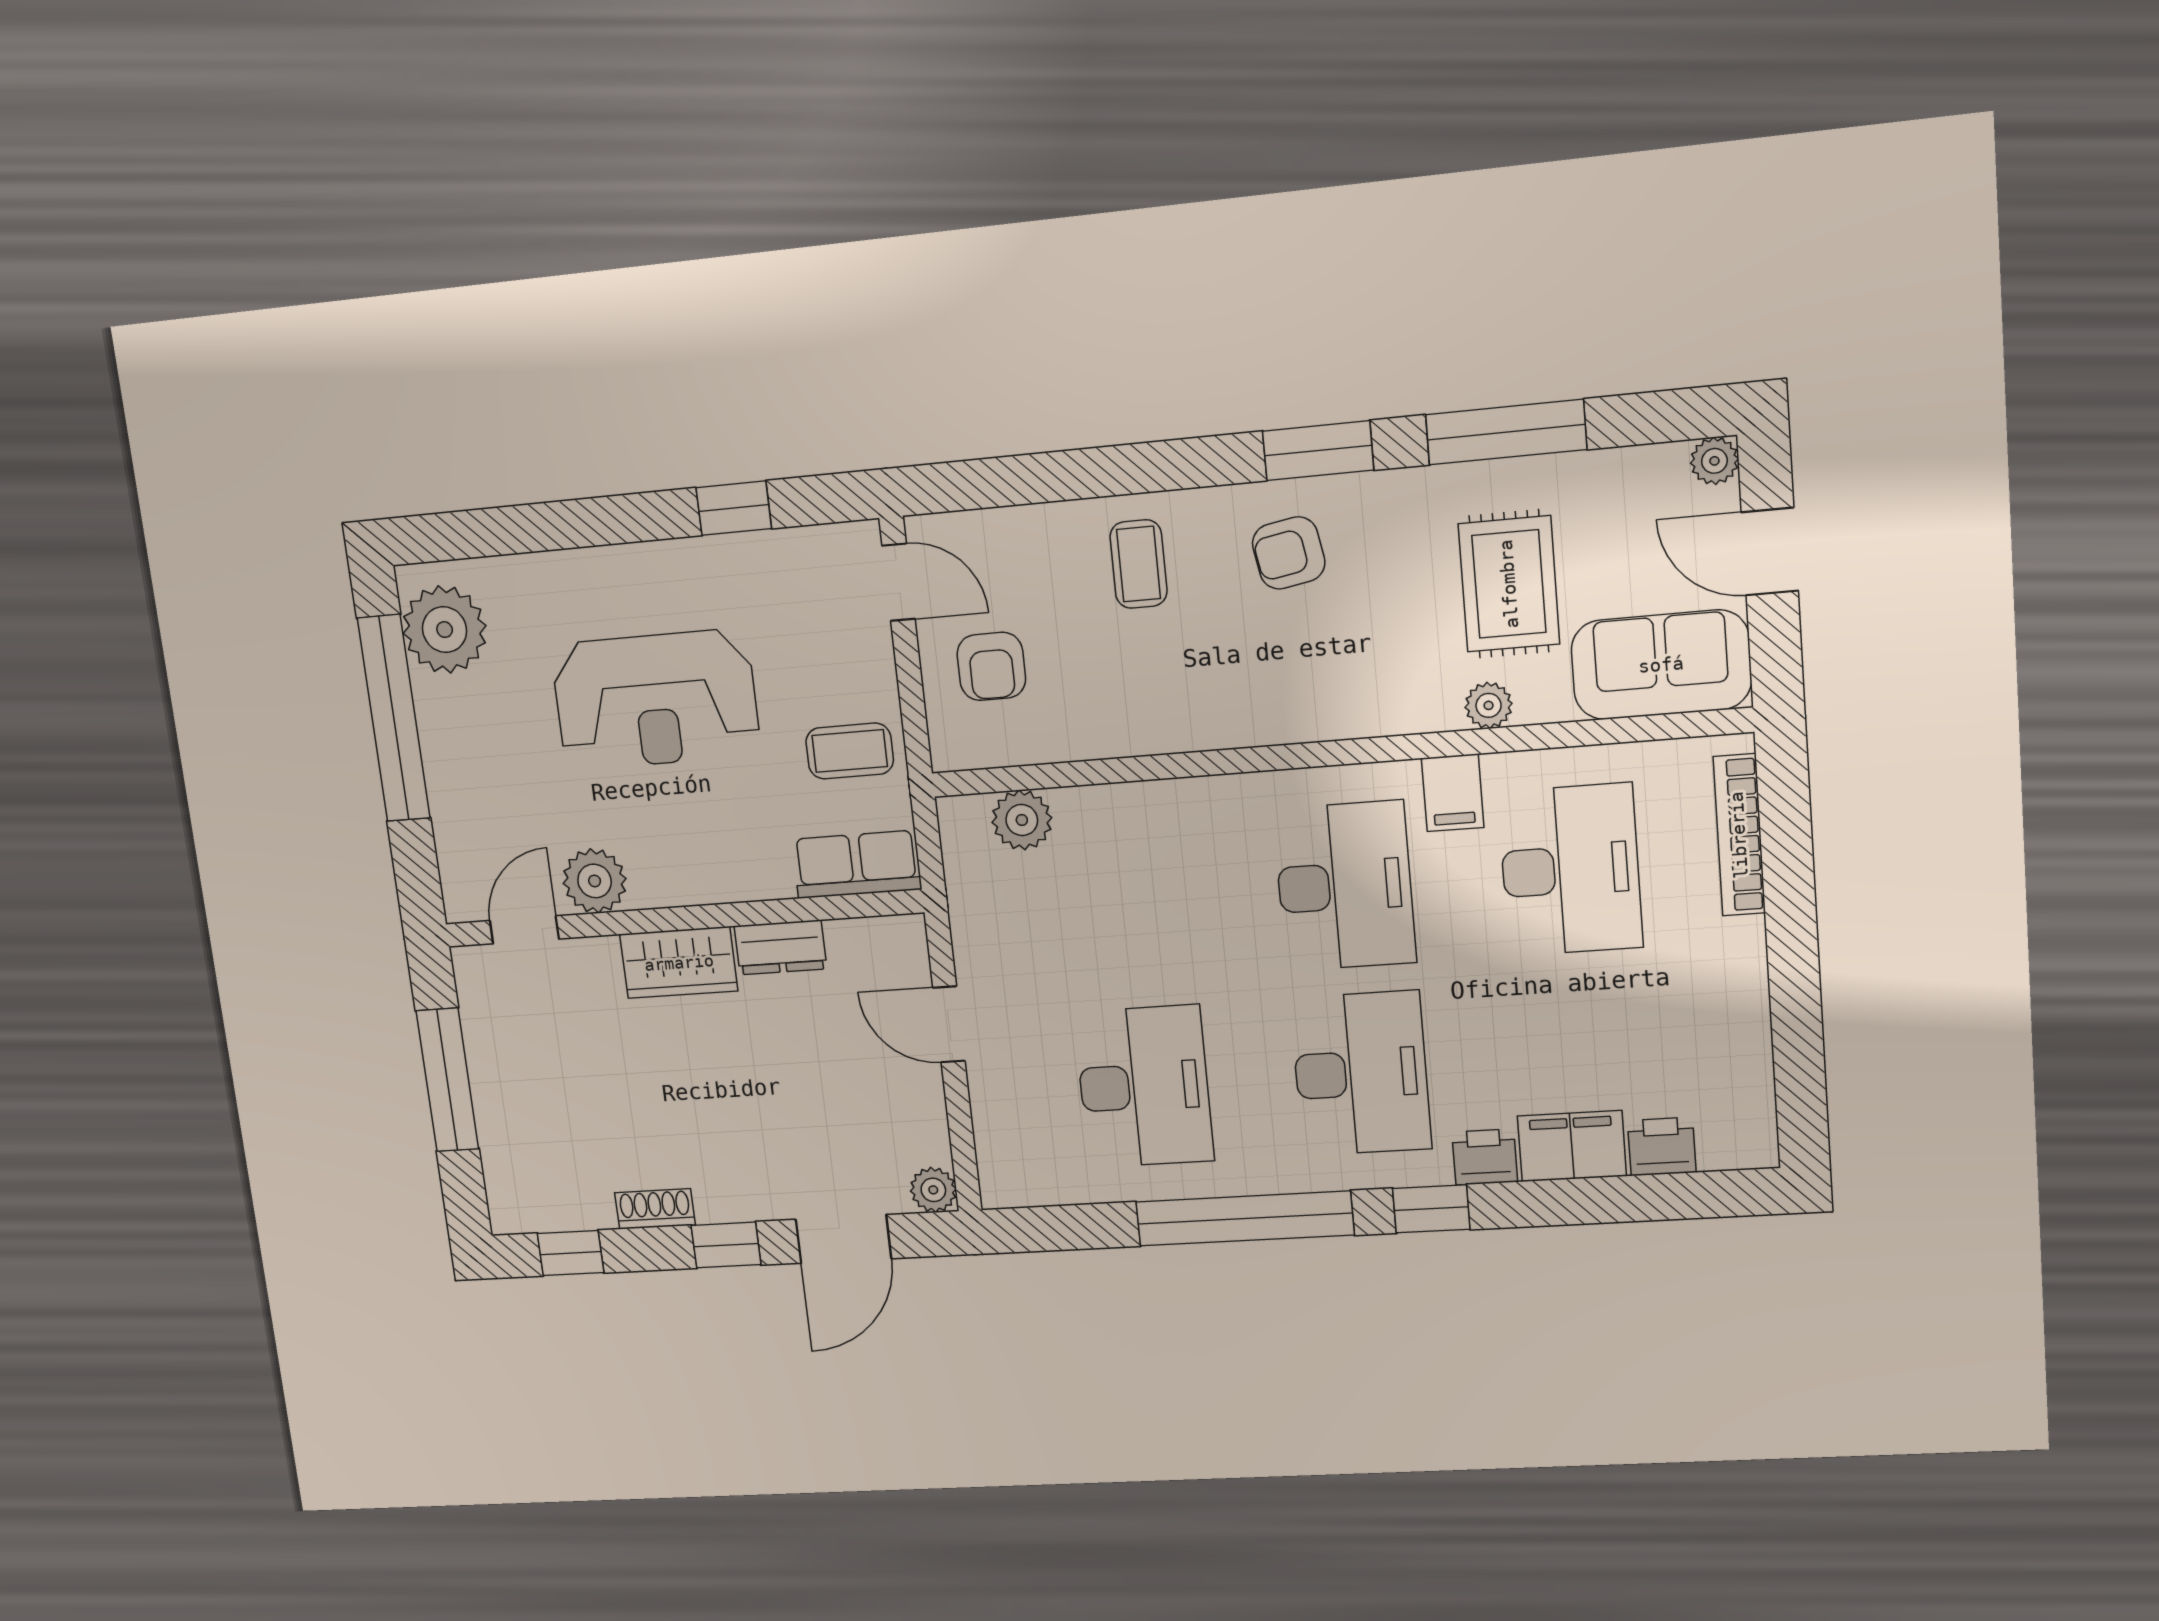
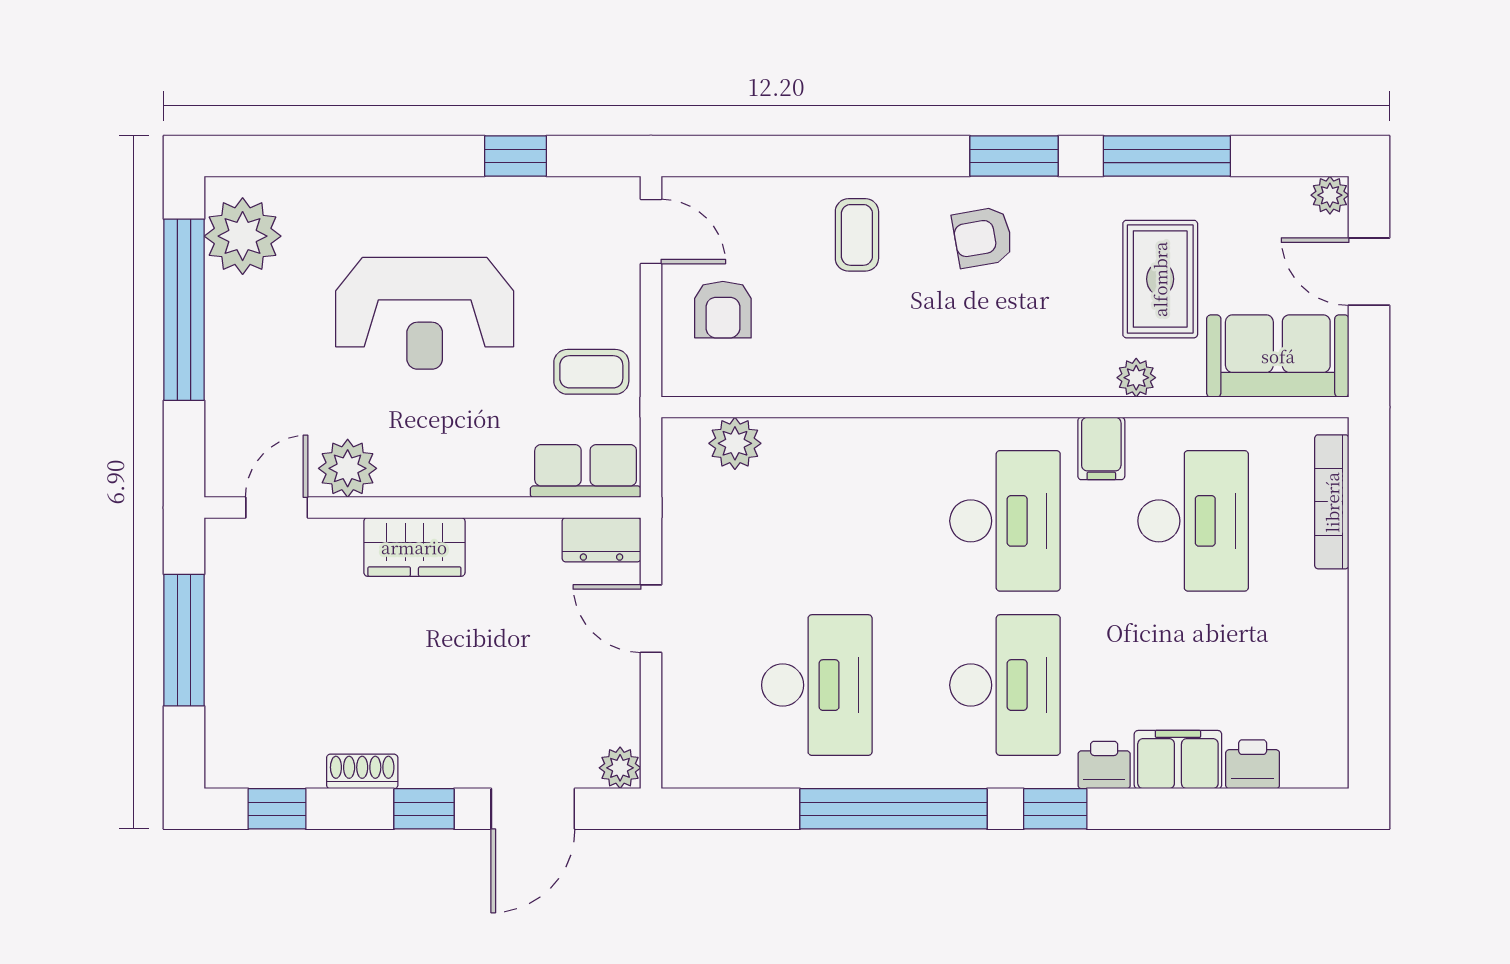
dresser: (780, 947) -> (602, 540), moved

